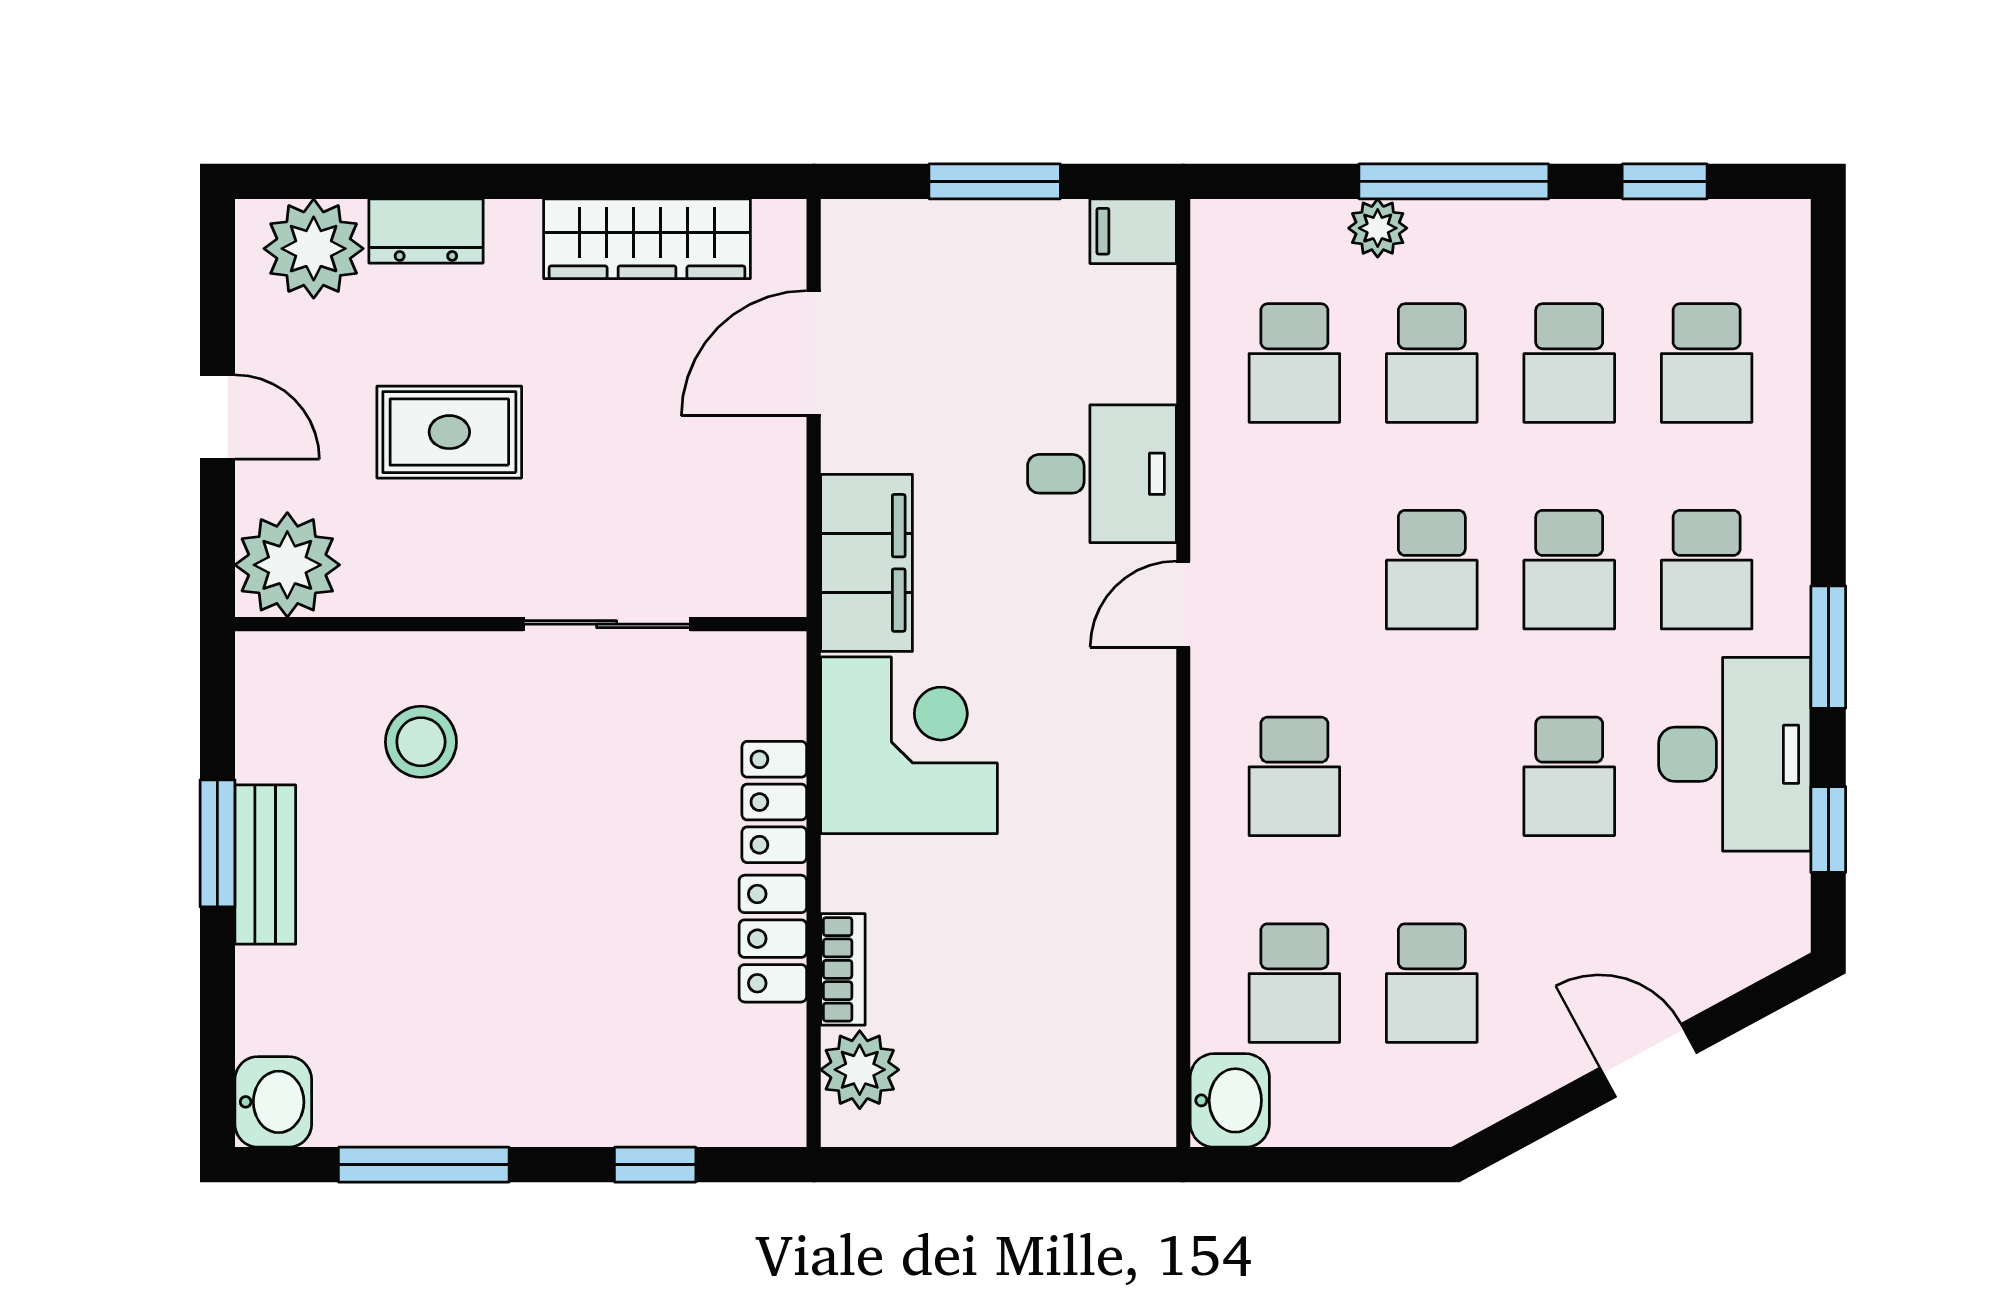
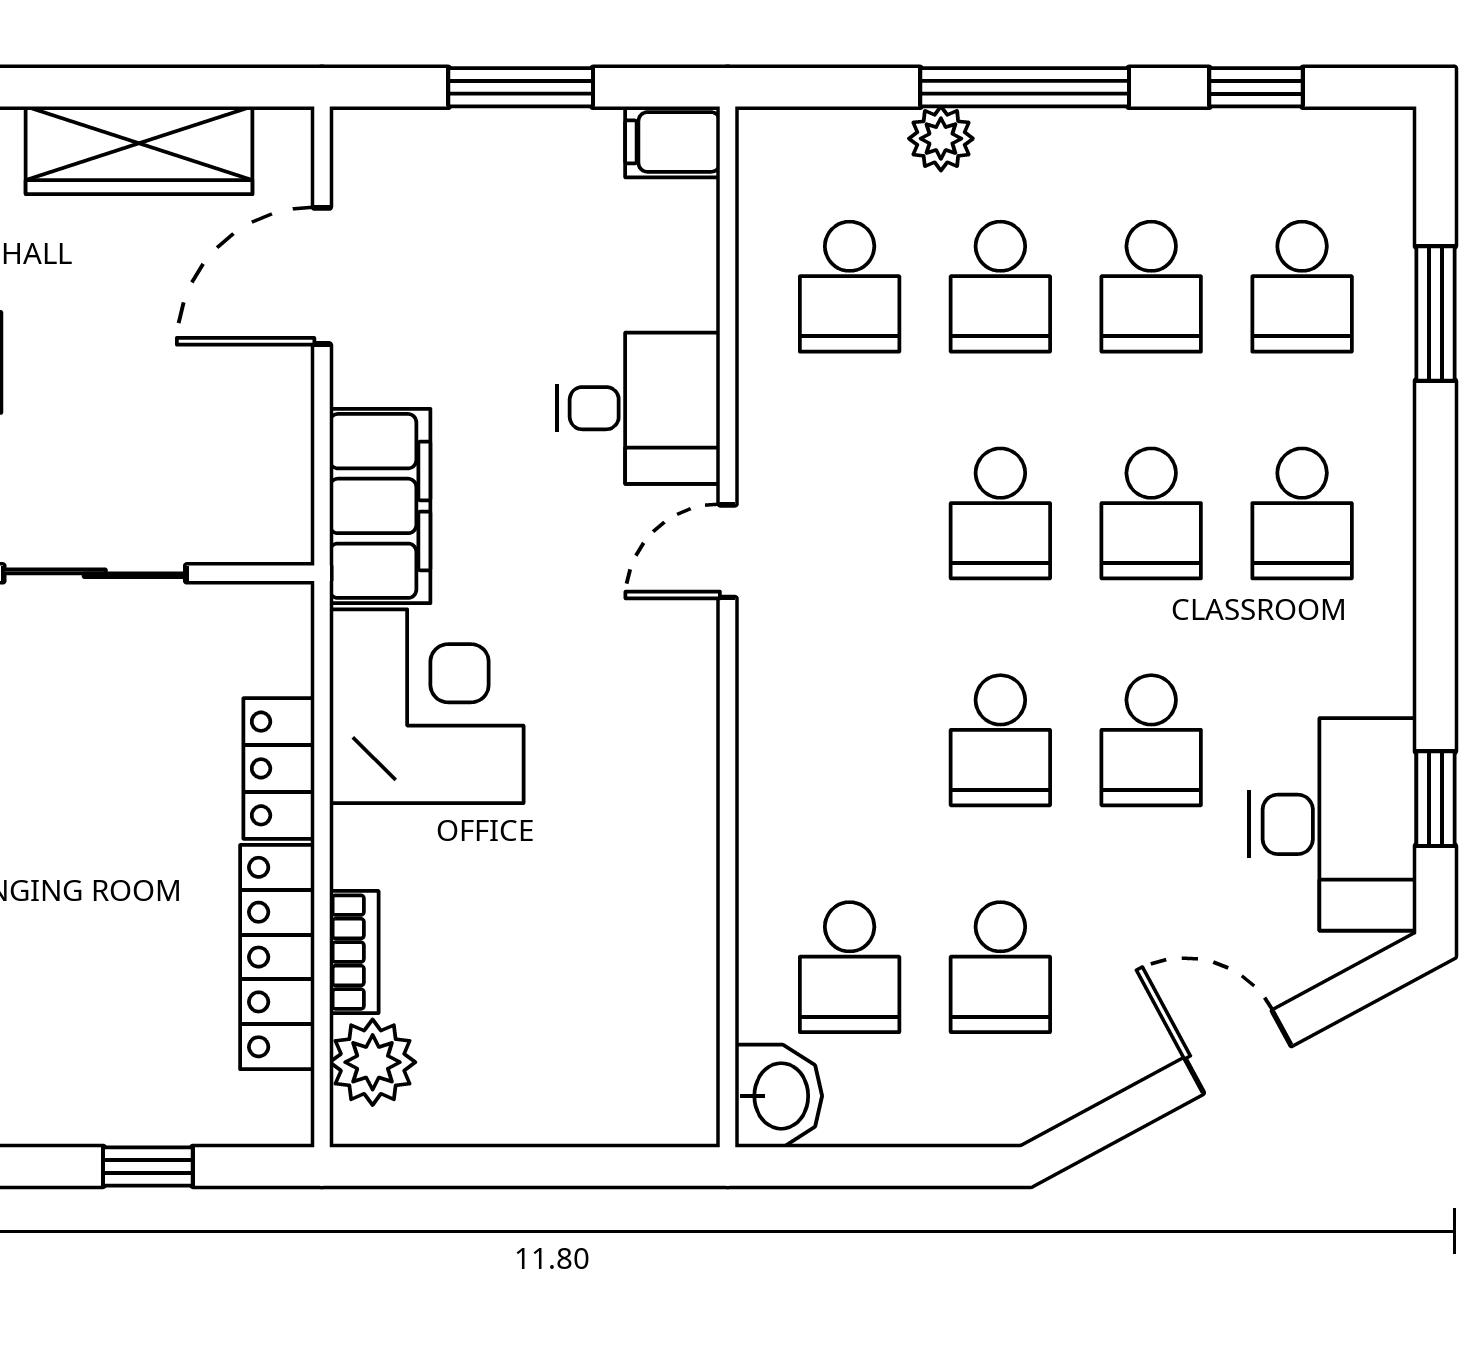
window: (1828, 647) -> (1435, 313), moved
desk: (1735, 754) -> (1333, 824), moved
school desk: (1294, 776) -> (1000, 740), moved
locker: (773, 939) -> (277, 957), width x1.53

